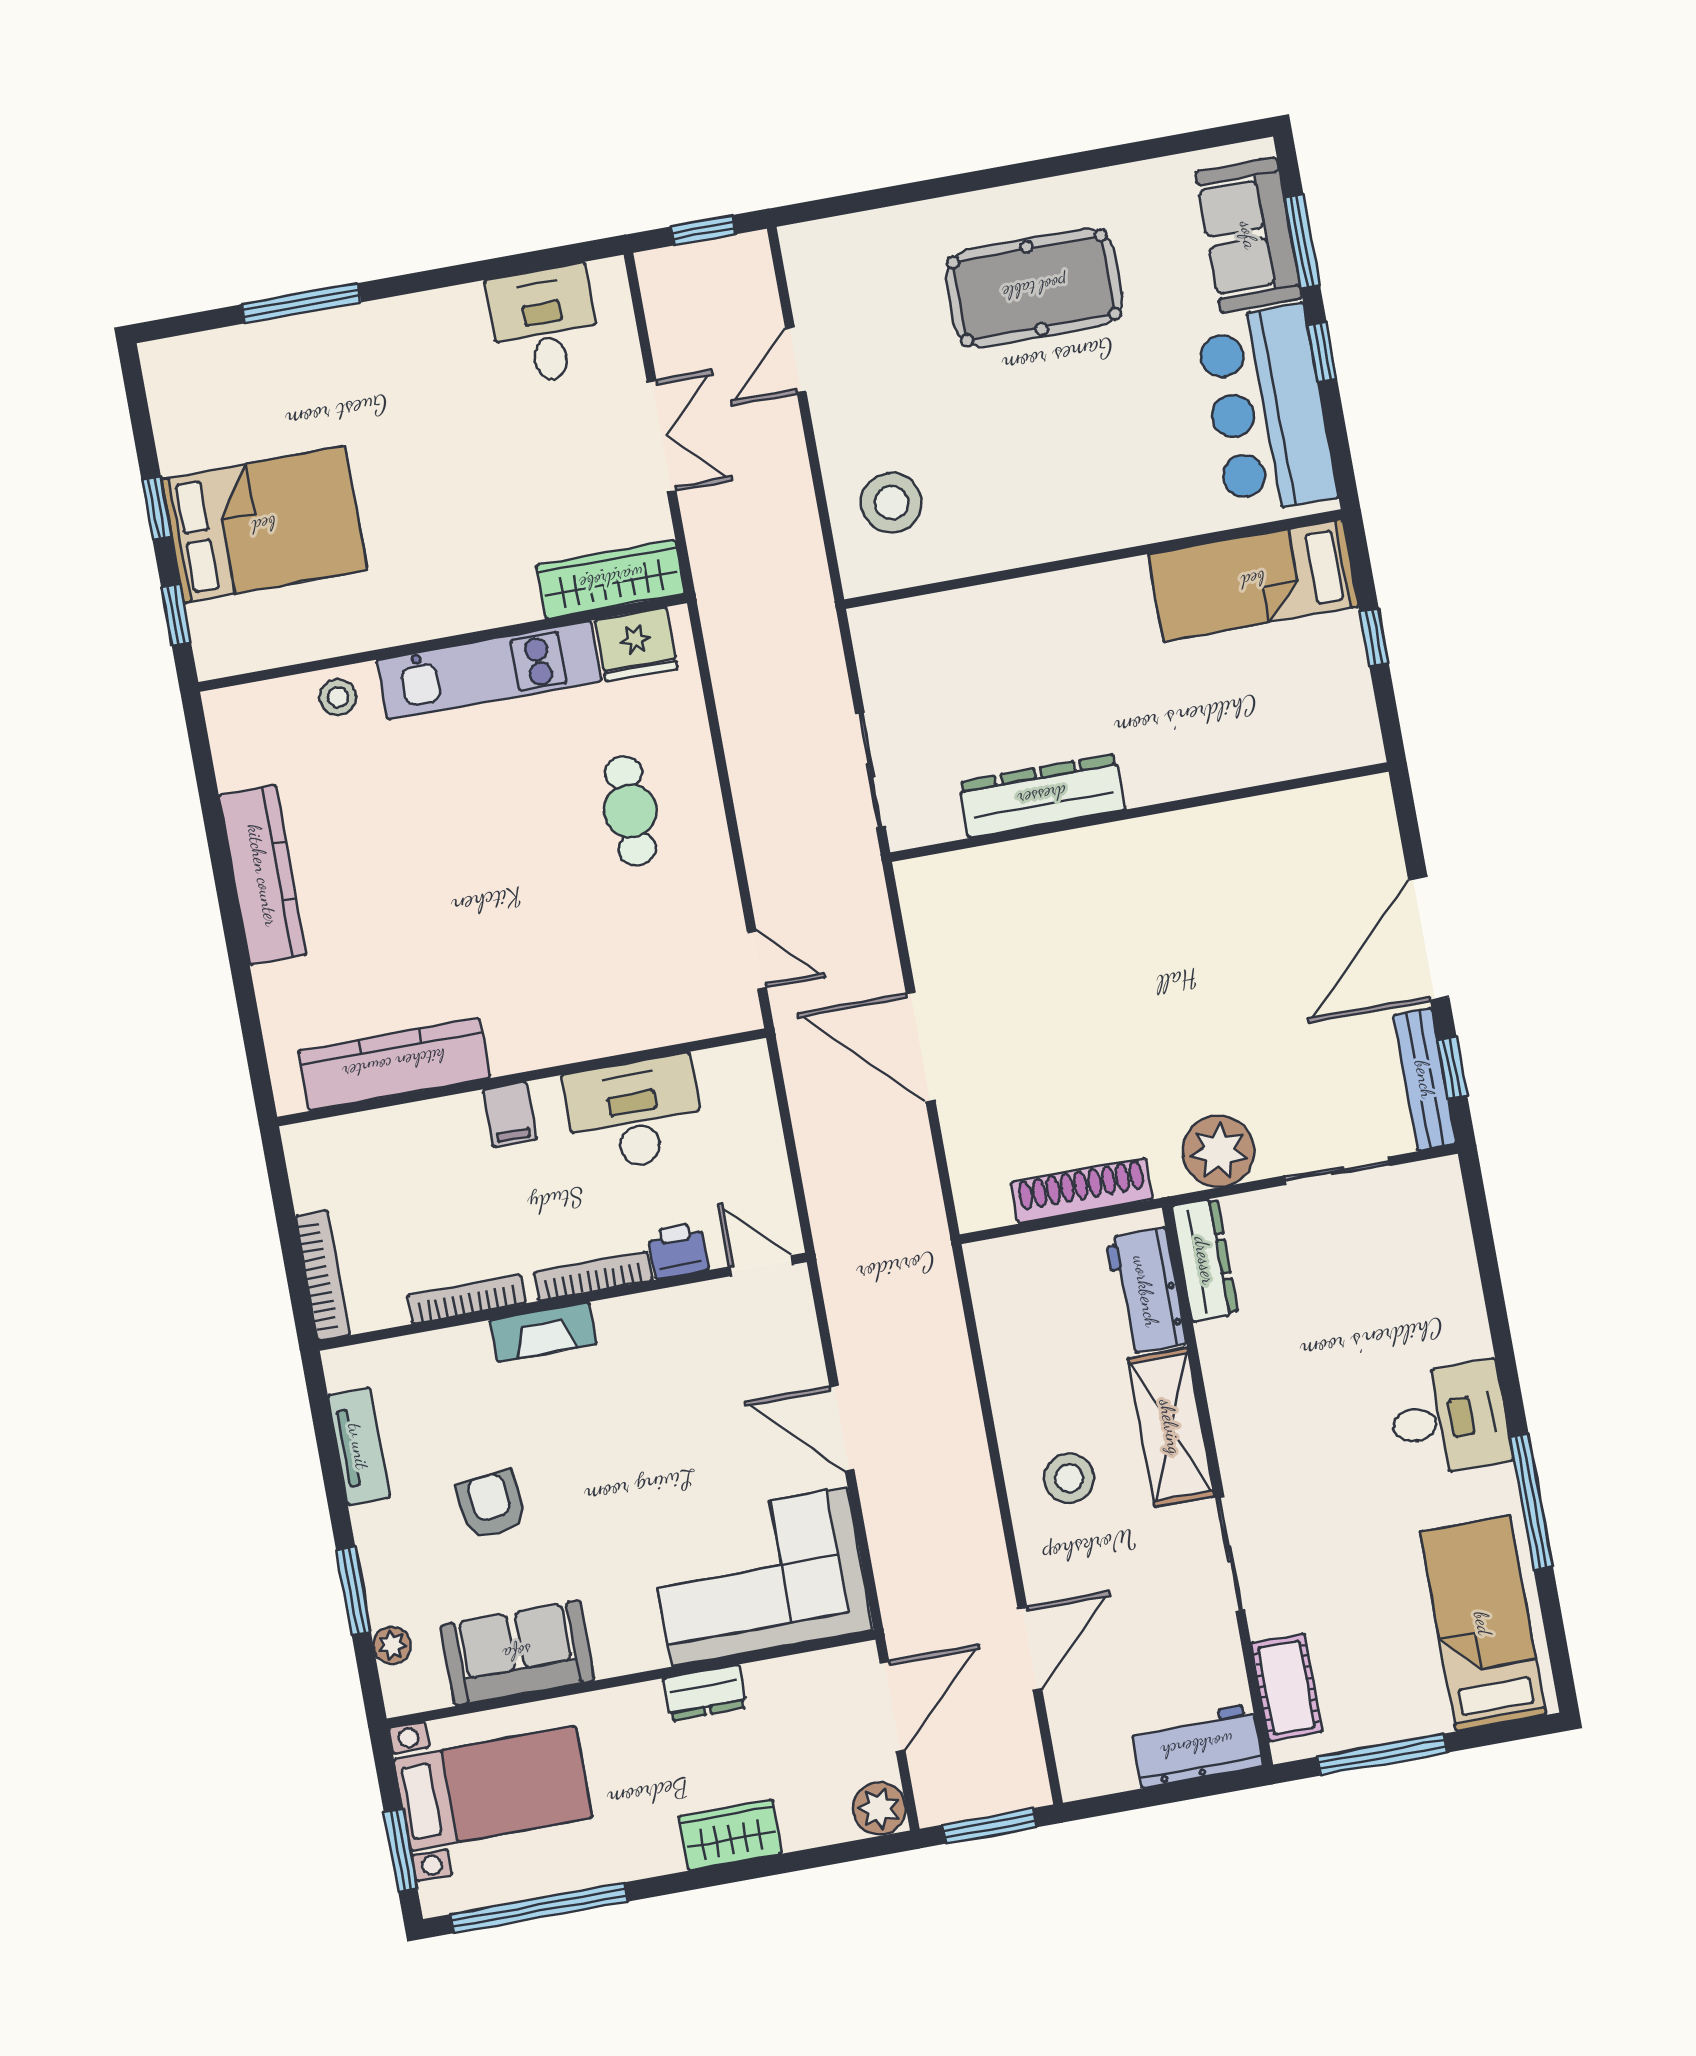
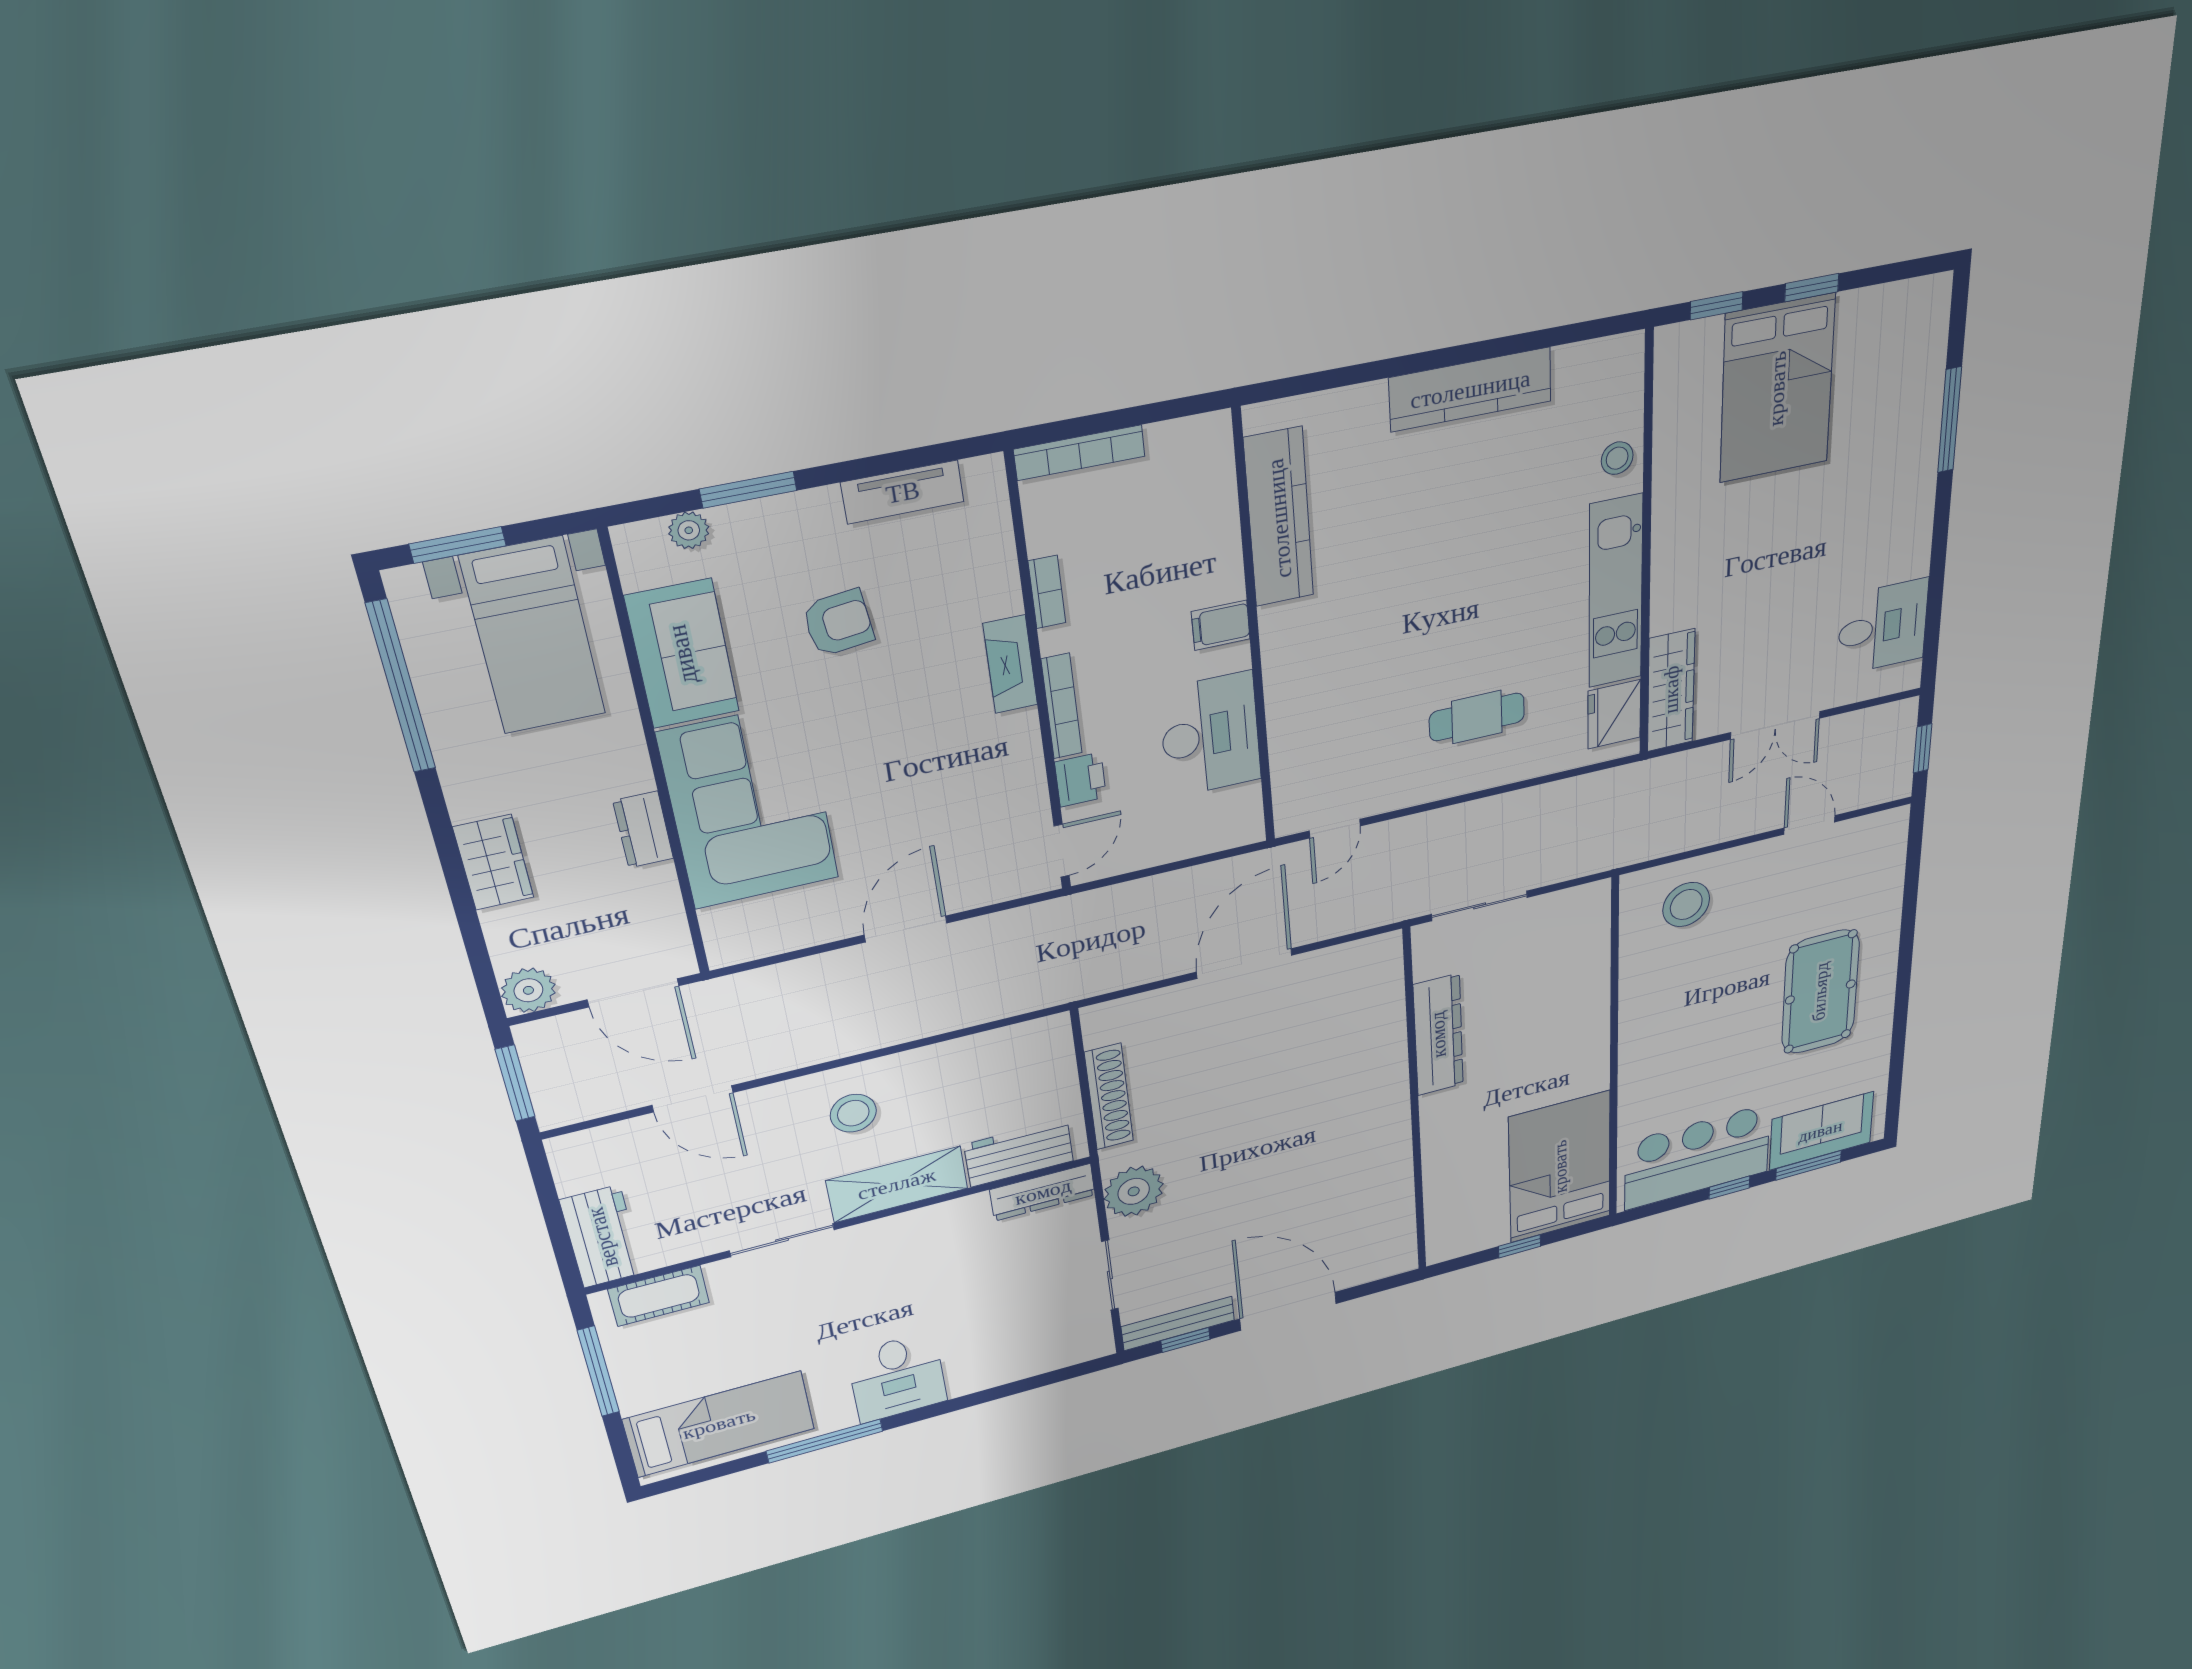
bed: (1253, 580) -> (1560, 1167), width x1.50
bookcase: (466, 1299) -> (1047, 592), width x0.64
corner sofa: (759, 1577) -> (749, 807), moved

